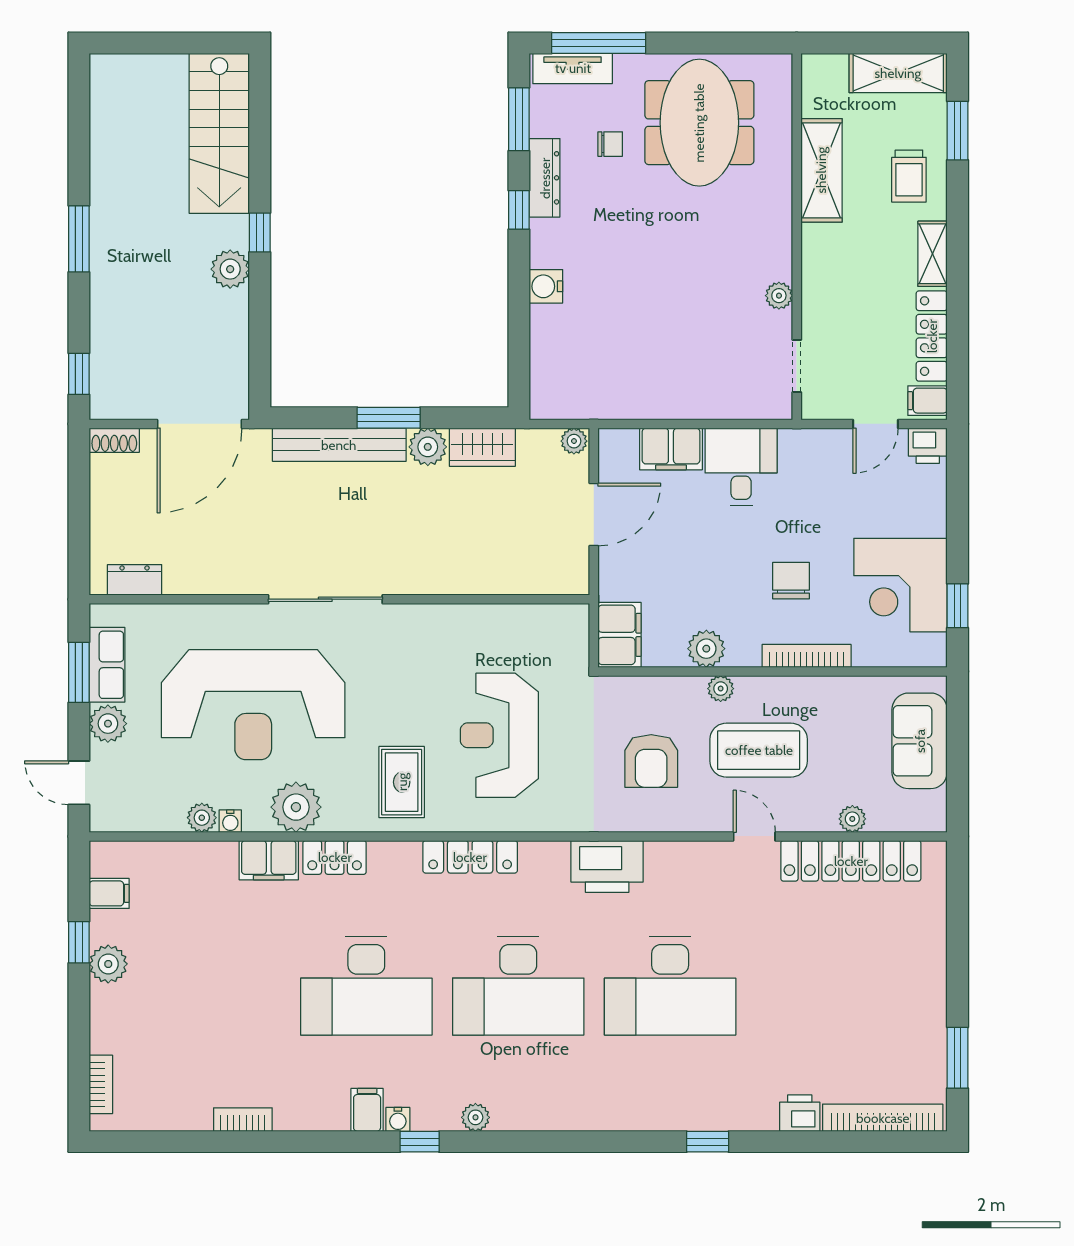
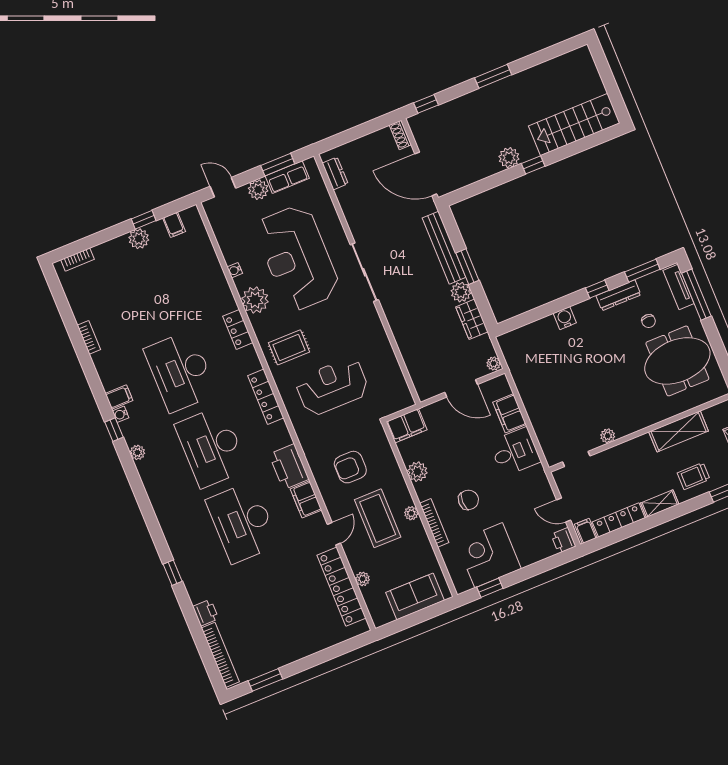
plant: (721, 689) -> (411, 513), moved
door: (79, 783) -> (223, 187), hinge flipped
plant: (202, 818) -> (231, 255), removed
filing cabinet: (269, 860) -> (306, 499), moved

